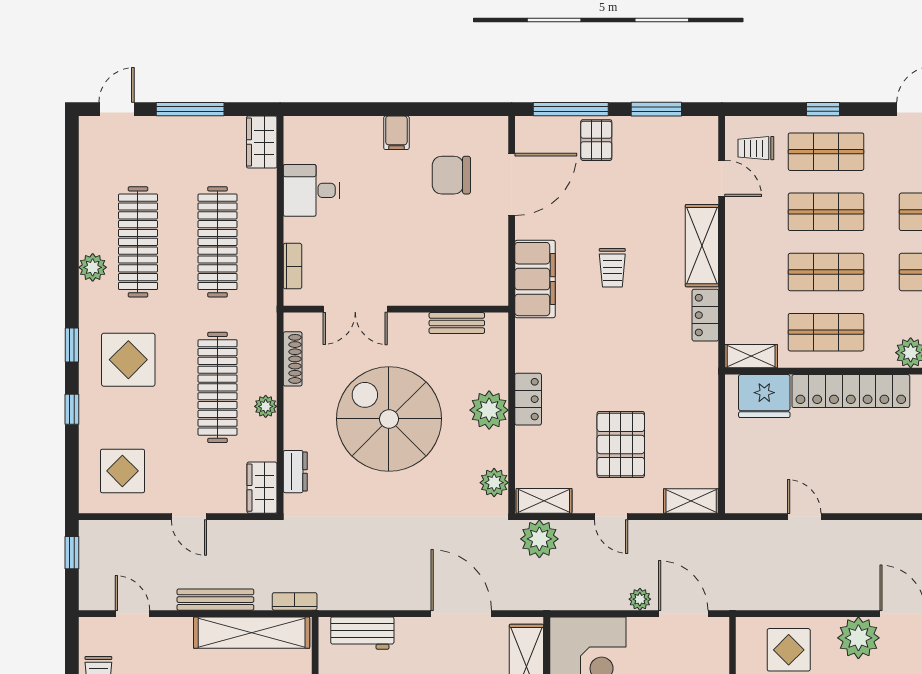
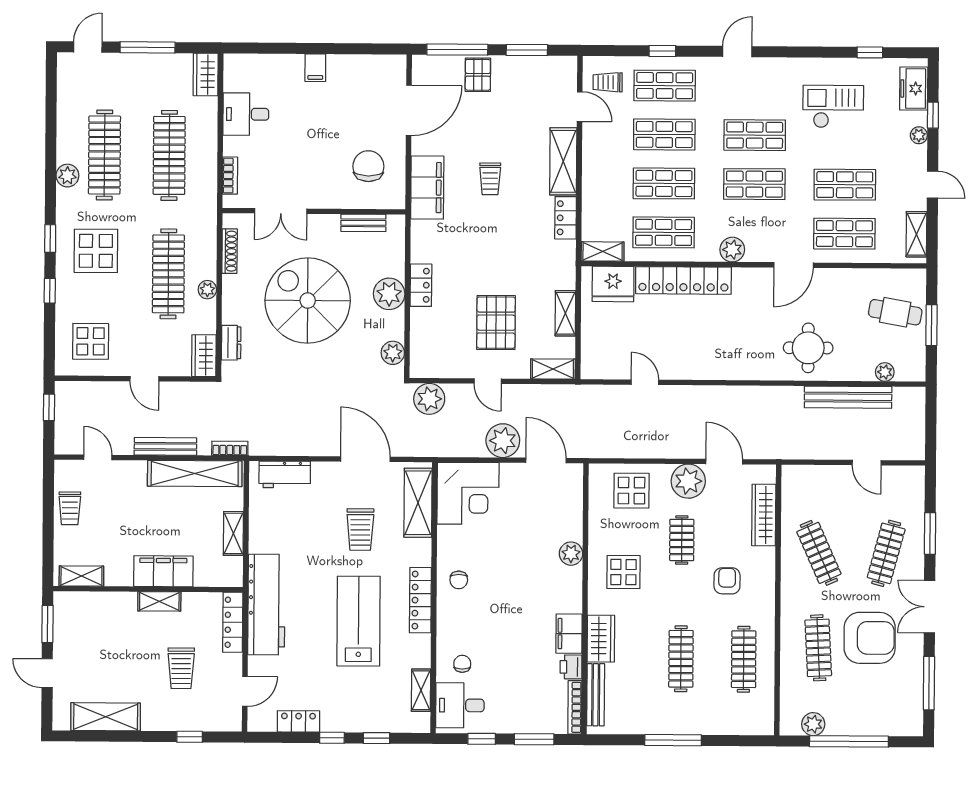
chair: (451, 175) -> (368, 166), moved, turned 90
shelving: (544, 501) -> (565, 313), moved, turned 90
plant: (640, 599) -> (503, 441), width x1.88, depth x1.88

